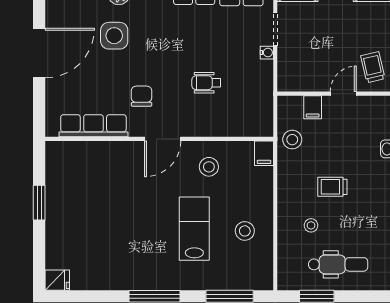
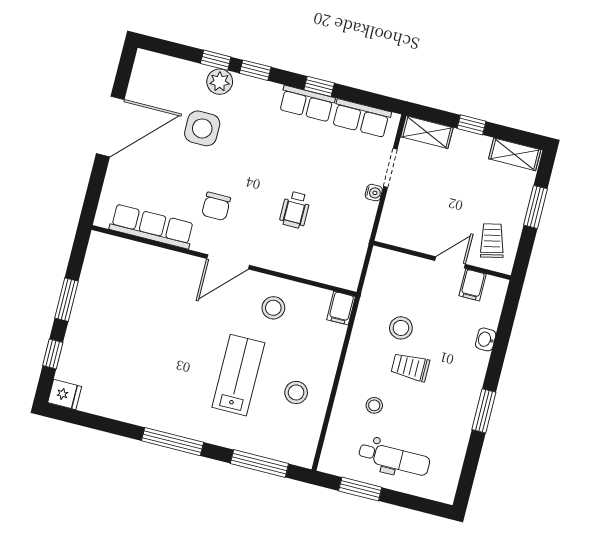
wheelchair: (206, 83) -> (295, 210), turned -90
chair: (142, 96) -> (216, 206), turned 180
filing cabinet: (313, 107) -> (473, 285), moved
stool: (292, 140) -> (401, 328), moved
window: (39, 250) -> (53, 354), added

